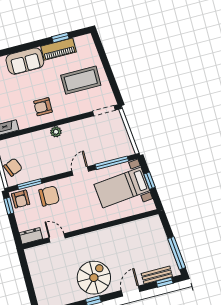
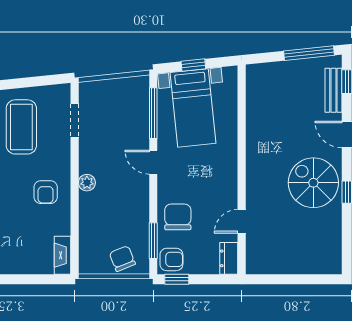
doorway: (104, 111) -> (75, 121), moved

